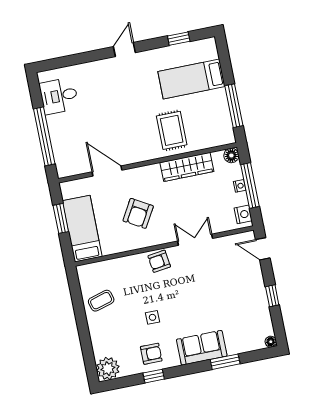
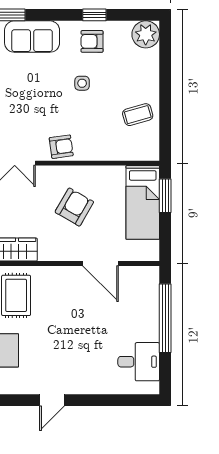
window: (61, 218) -> (165, 196), moved

